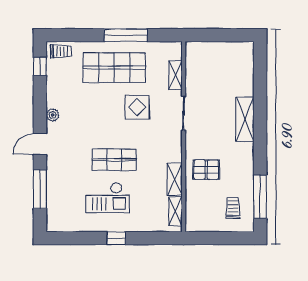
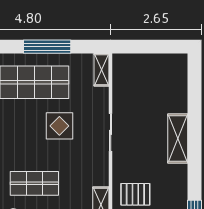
shelving: (175, 75) -> (101, 70), moved

